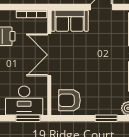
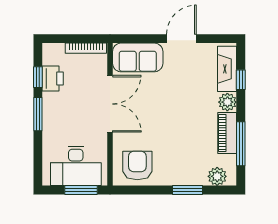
double door: (49, 55) -> (110, 104), swing flipped
armchair: (69, 100) -> (137, 165), turned 90

